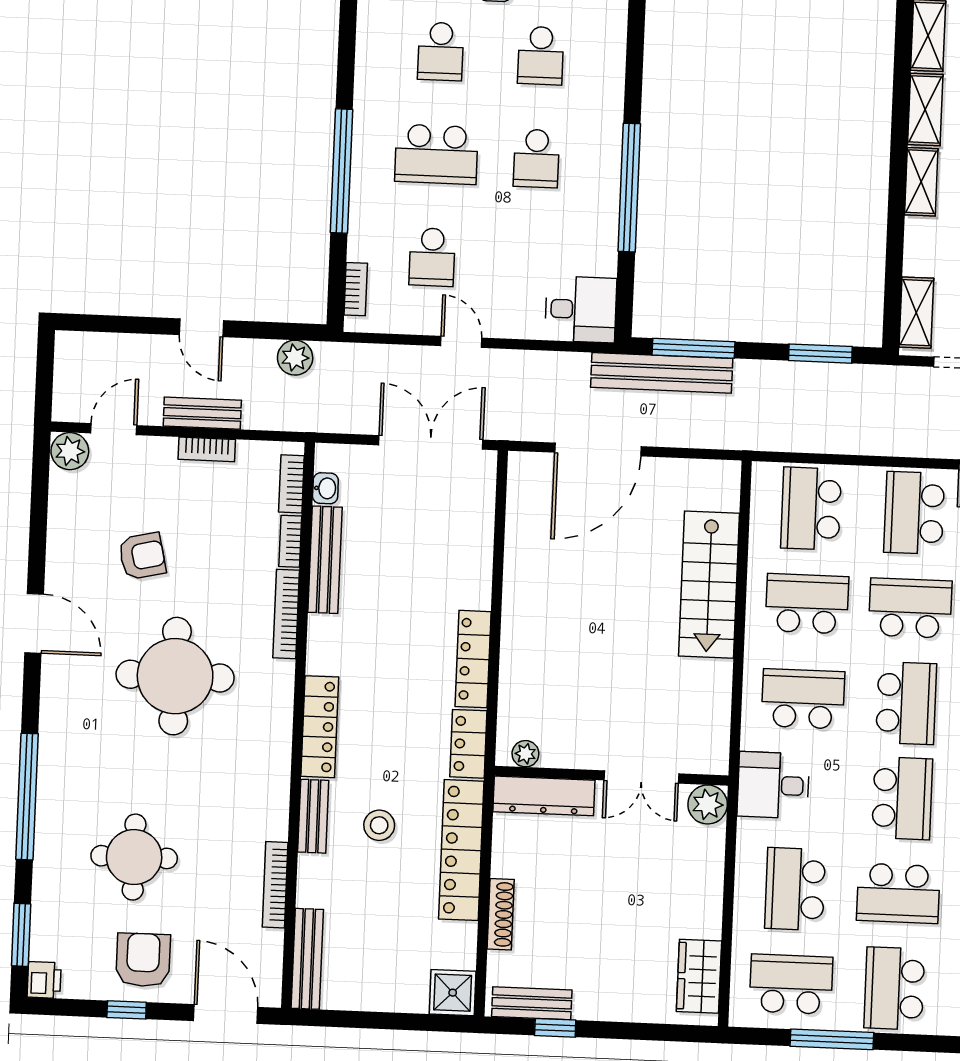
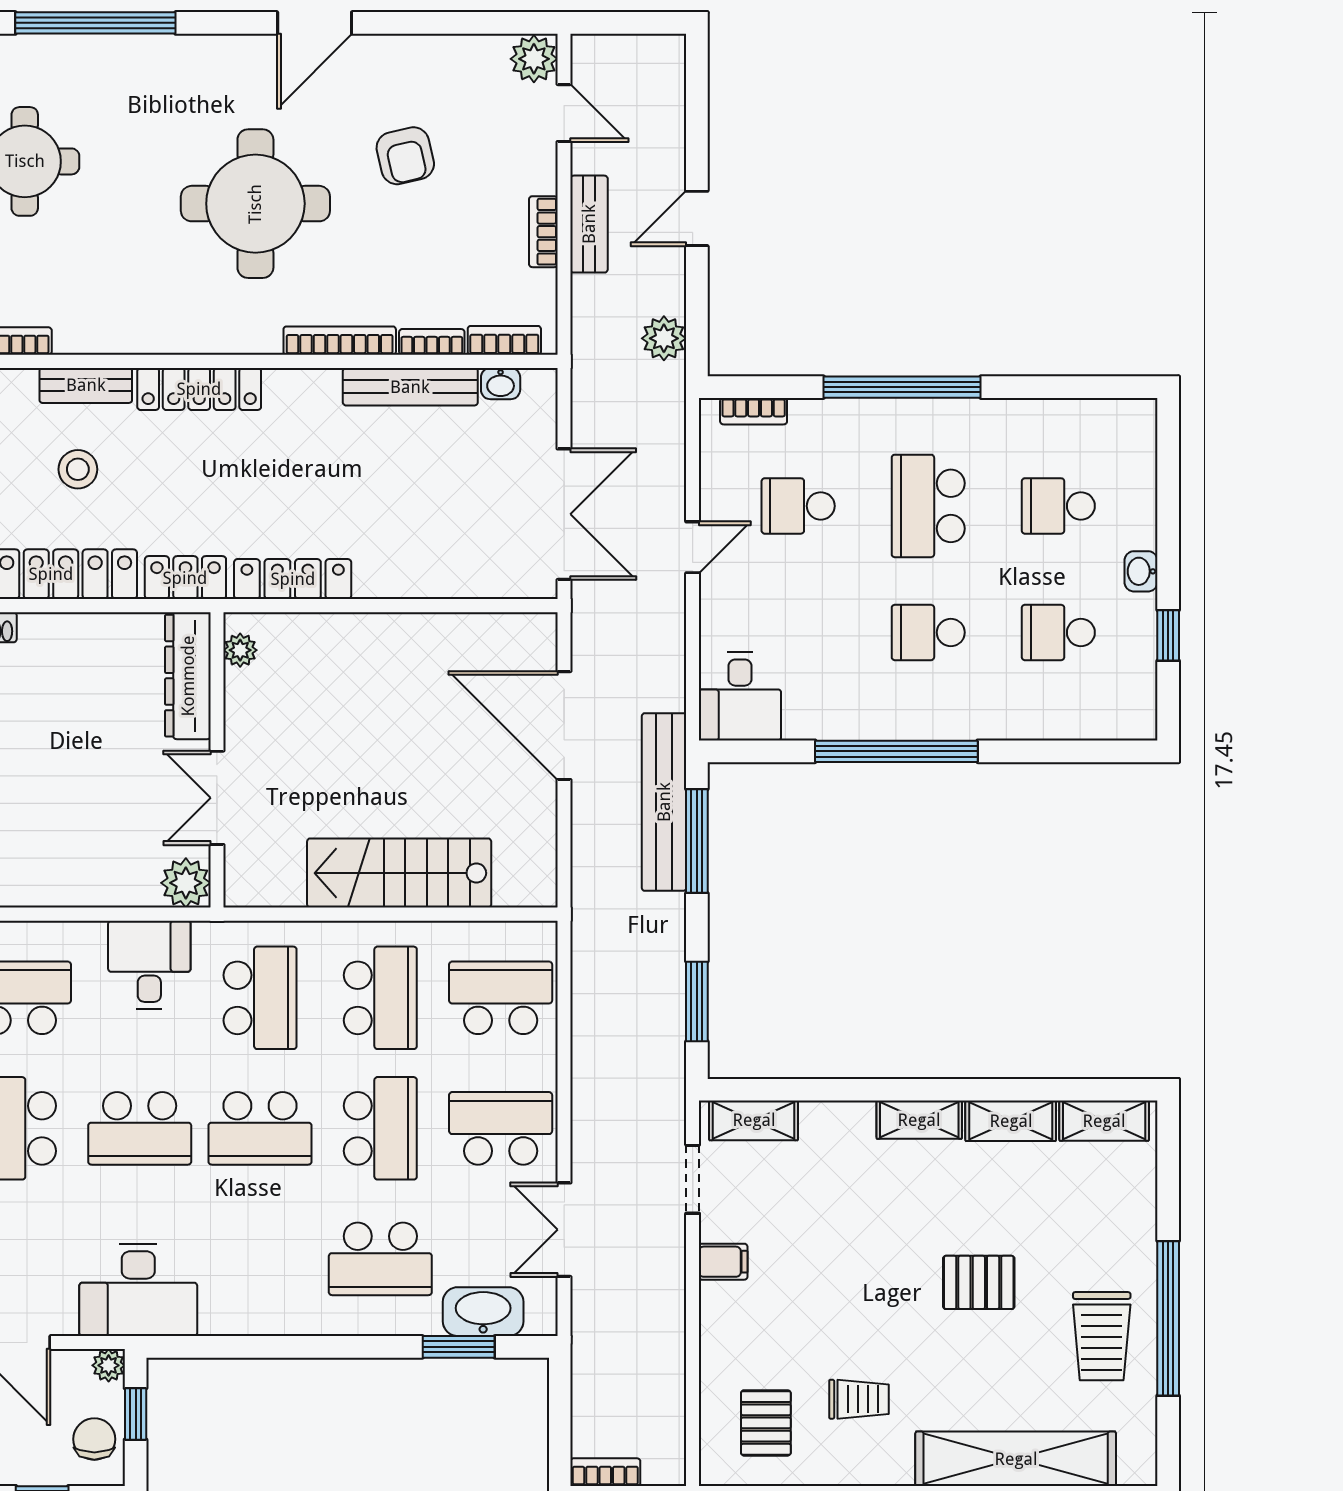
plant: (525, 754) -> (240, 650), moved
wall: (611, 776) -> (217, 760), moved
double door: (641, 777) -> (217, 798), moved
dresser: (544, 796) -> (188, 676), moved
plant: (708, 804) -> (186, 883), moved

